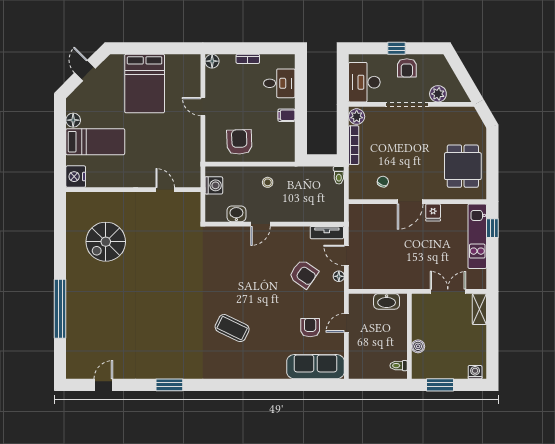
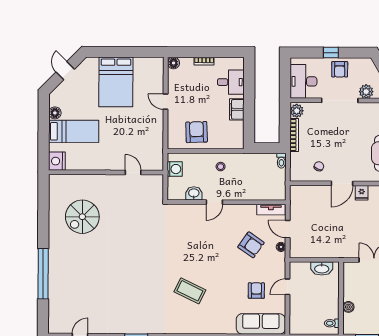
filing cabinet: (286, 115) -> (237, 109), width x2.00

